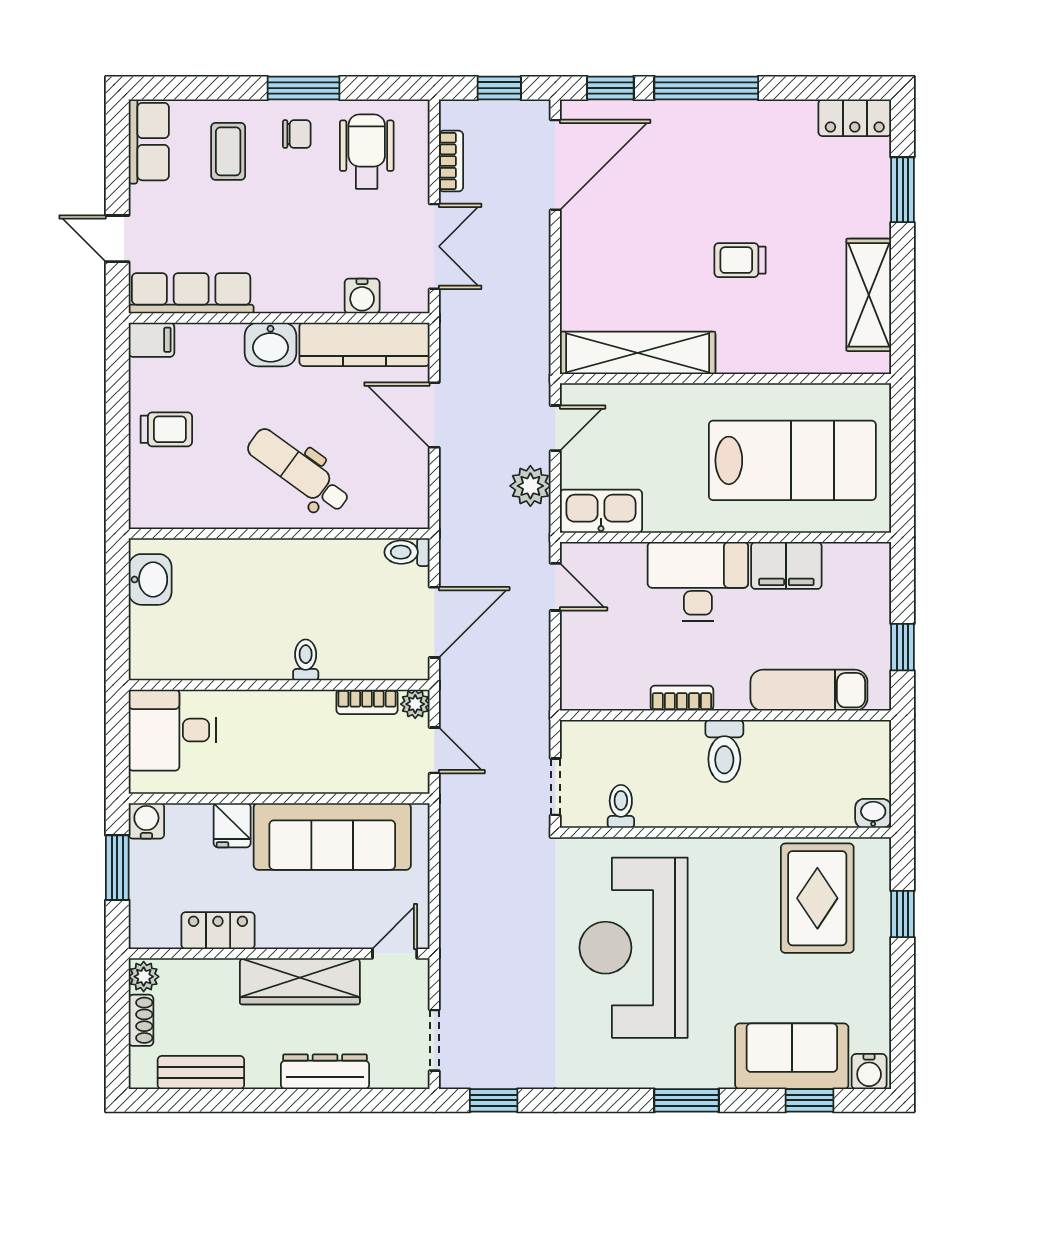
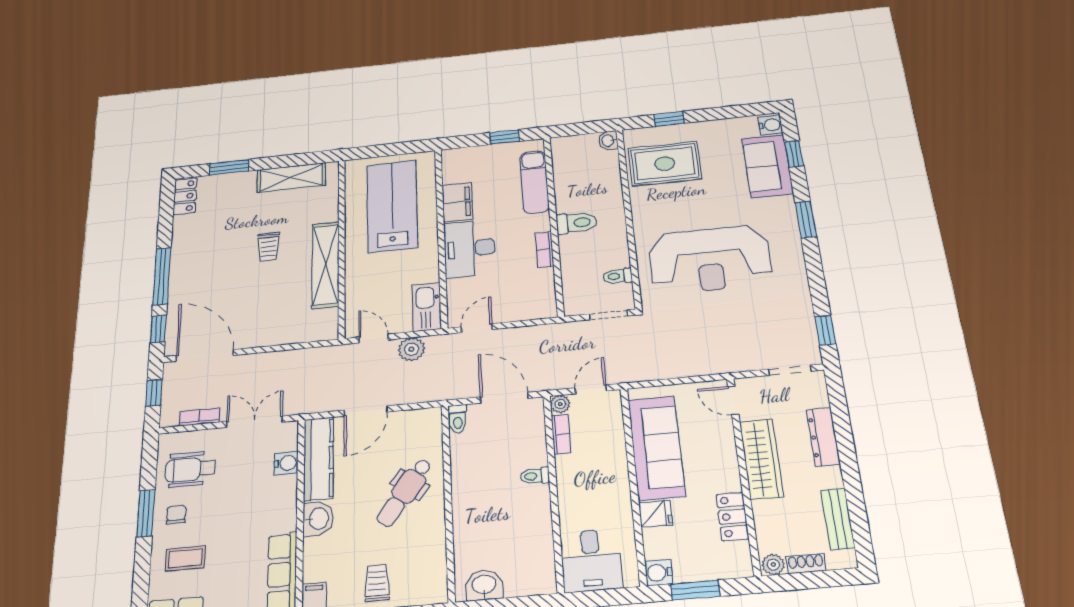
shelving: (638, 353) -> (326, 265), moved

